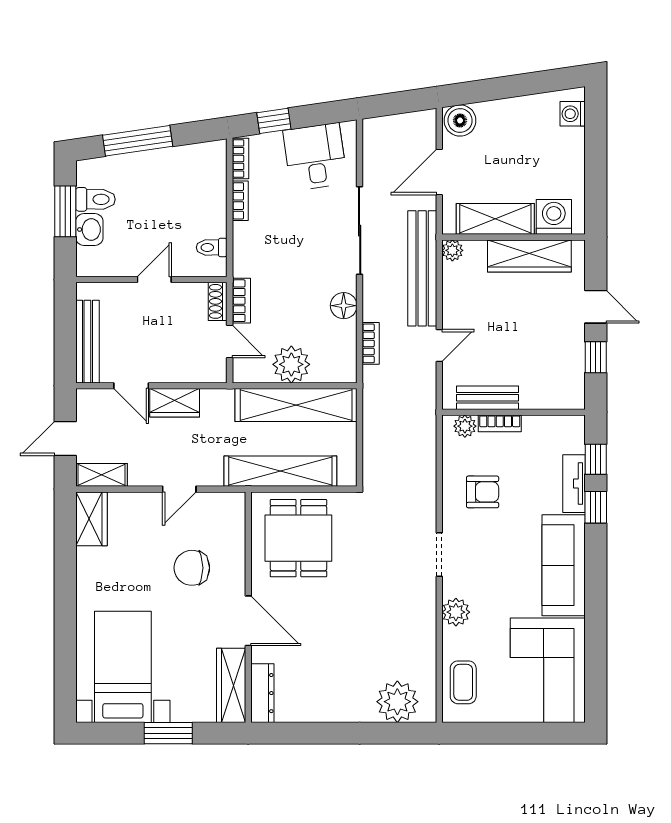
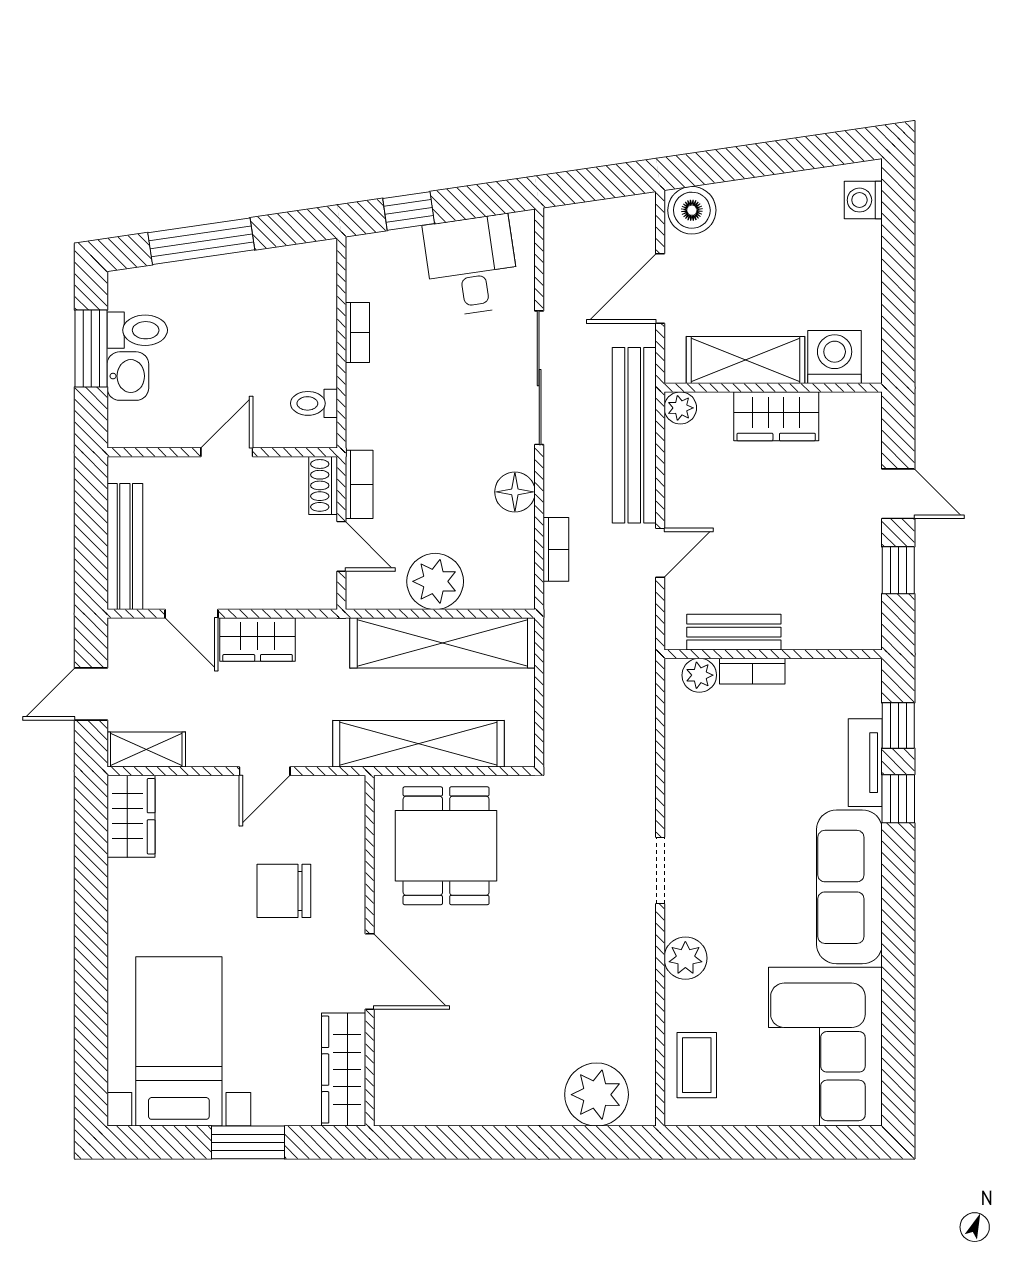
bookcase: (240, 158) -> (358, 268), removed
wardrobe: (529, 256) -> (776, 416), width x0.67
armchair: (483, 492) -> (726, 775), removed
dresser: (262, 693) -> (391, 1081), removed

